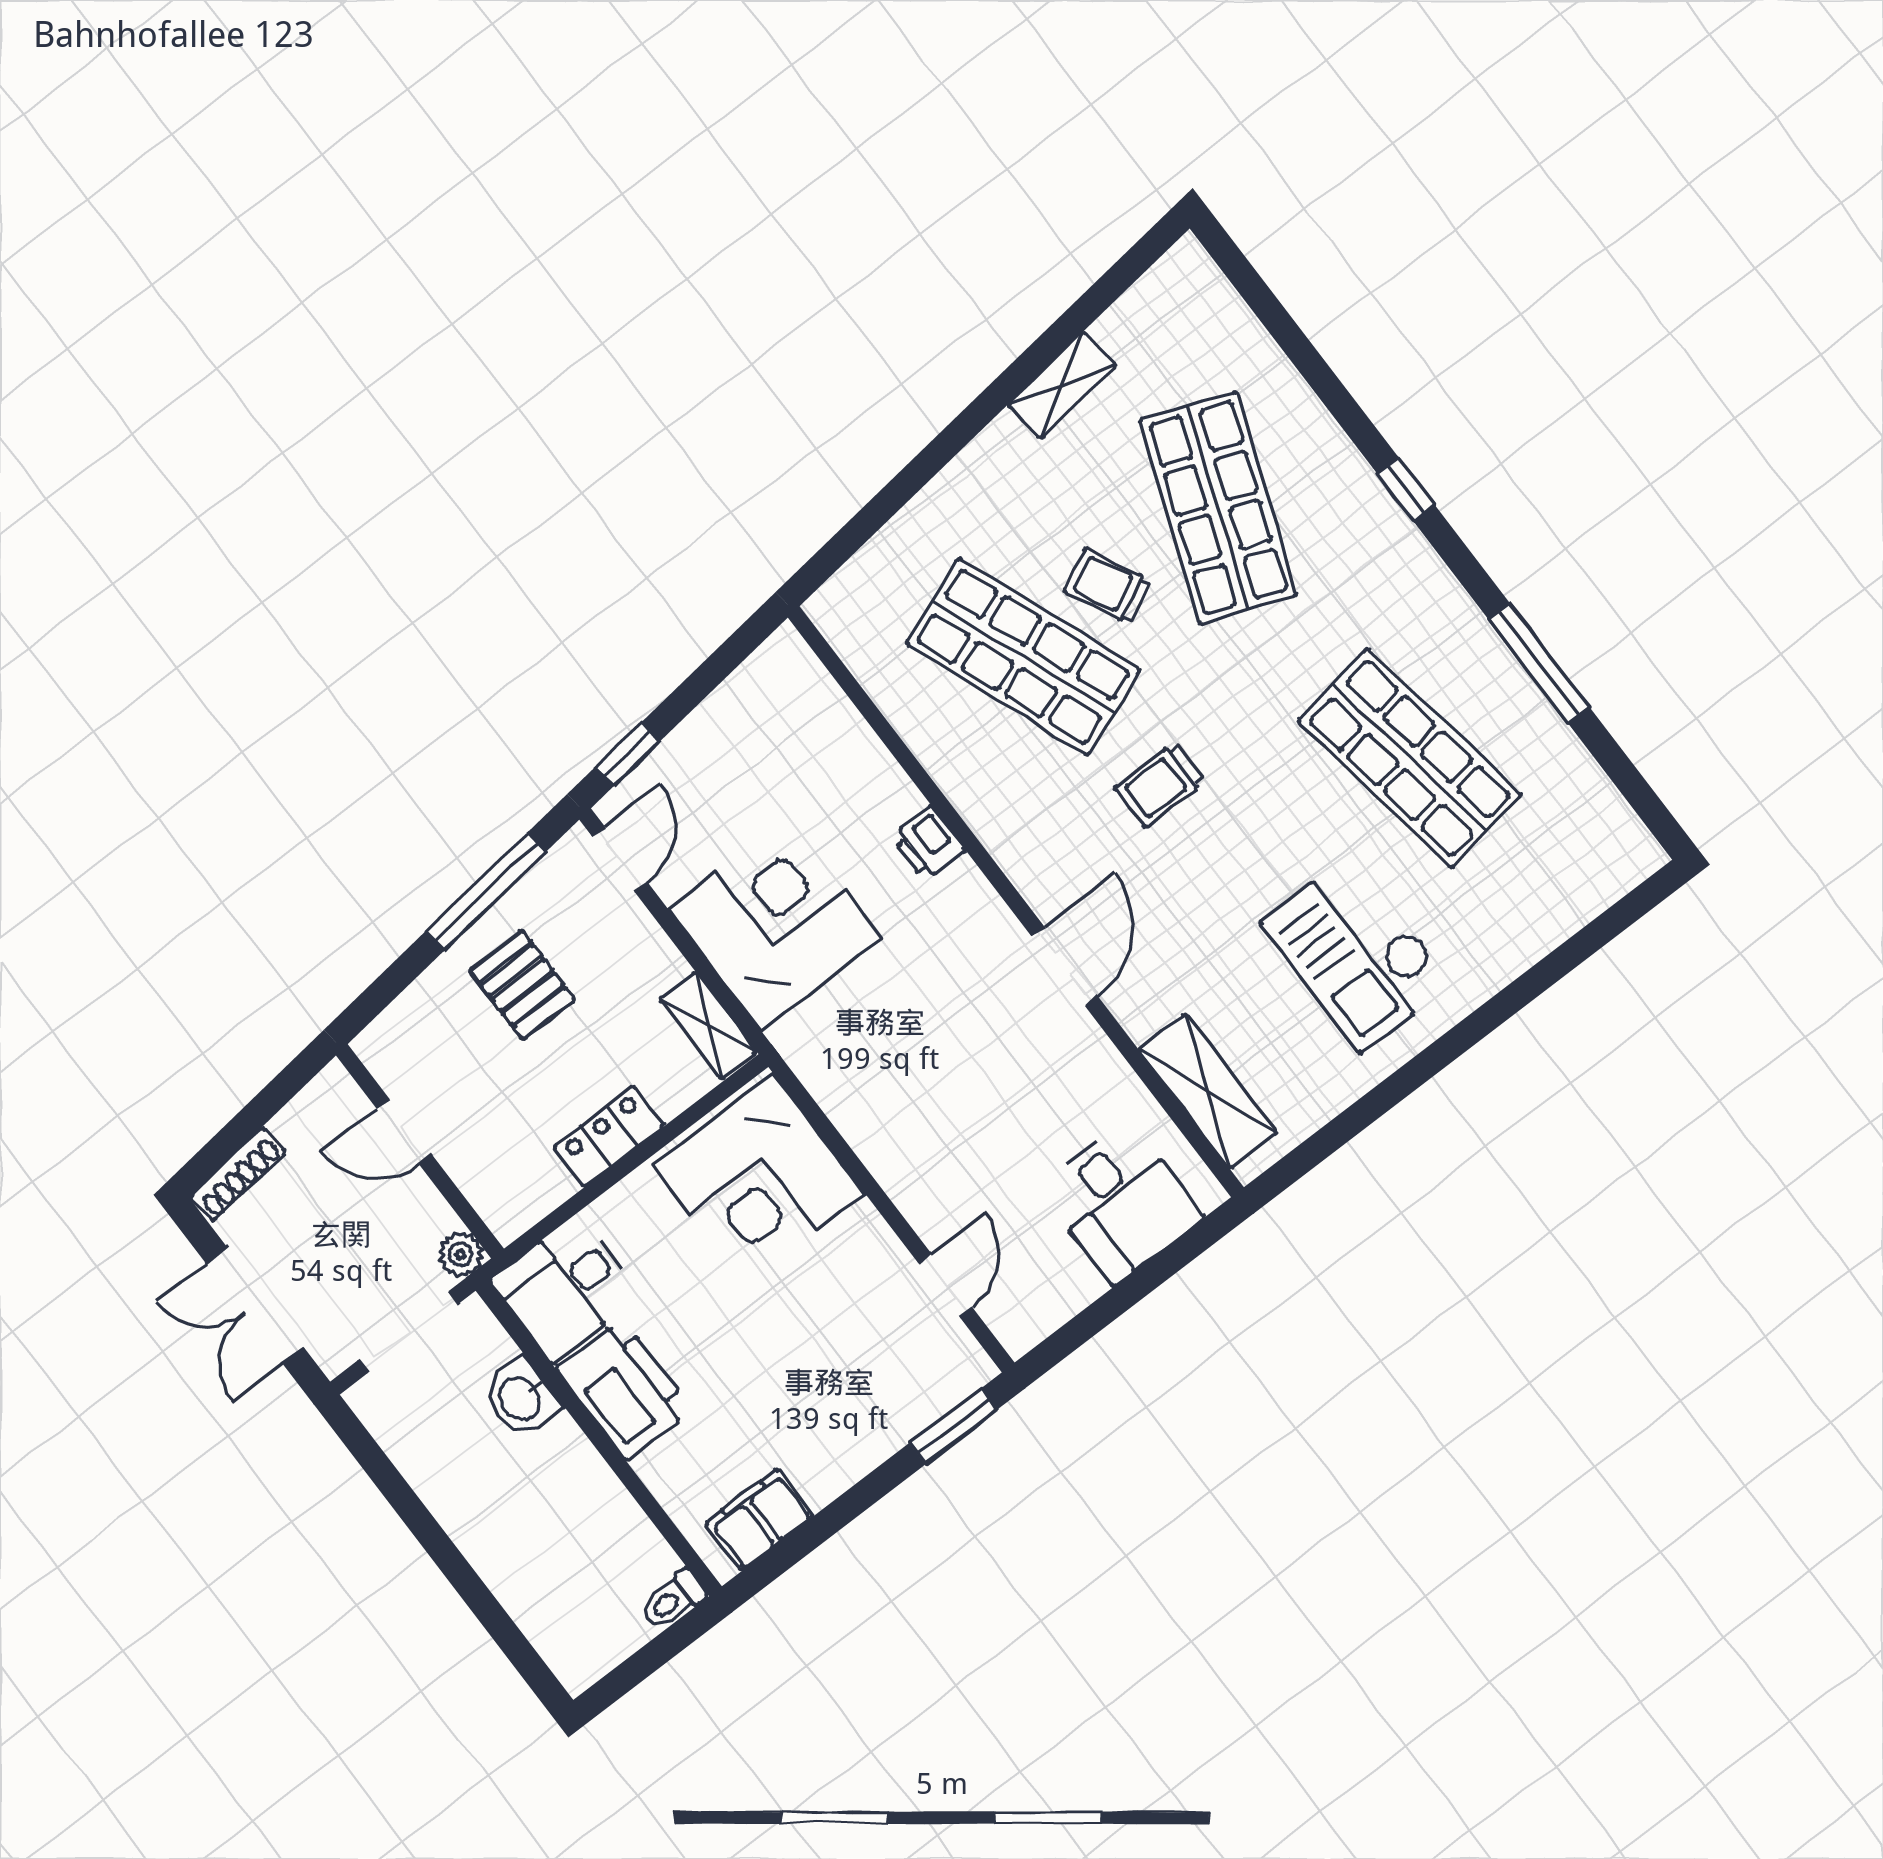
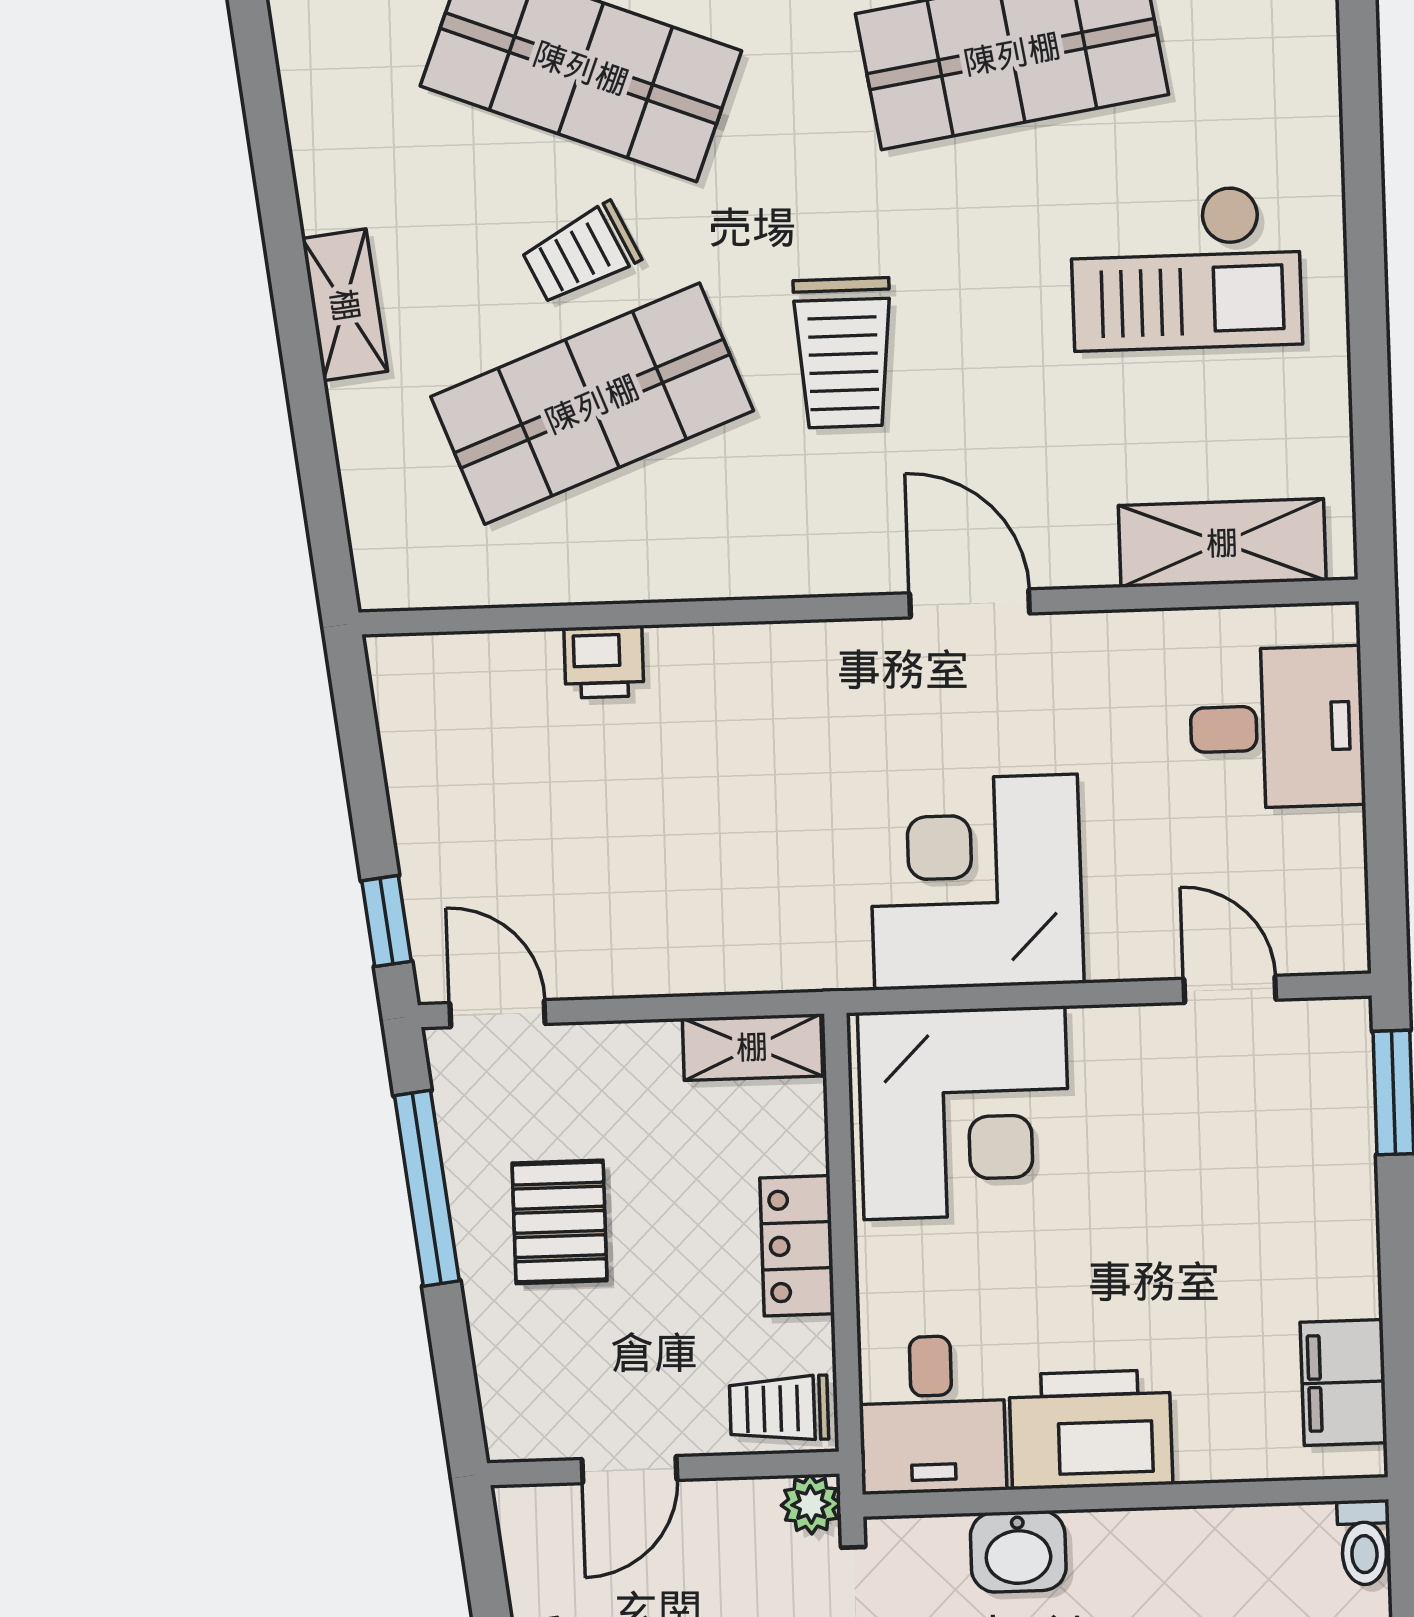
shelving: (1062, 385) -> (345, 305), moved
trolley: (1160, 785) -> (843, 353), width x1.36, depth x1.39
printer: (928, 843) -> (604, 662), moved
corner desk: (775, 924) -> (976, 882), moved
pallet: (522, 985) -> (560, 1222), turned 90
trolley: (504, 1195) -> (779, 1409), added

